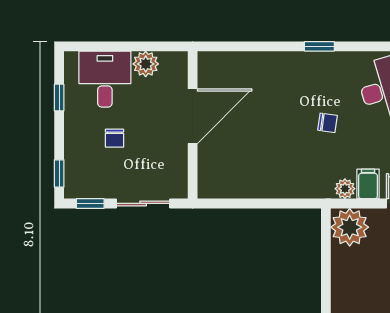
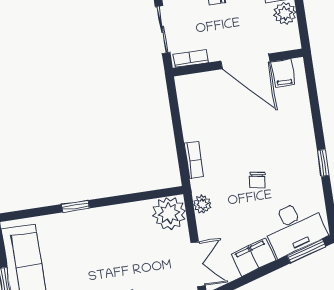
bookcase: (180, 177) -> (191, 59), added
filing cabinet: (368, 184) -> (283, 73), moved, turned 90
bookcase: (294, 191) -> (194, 160), added

